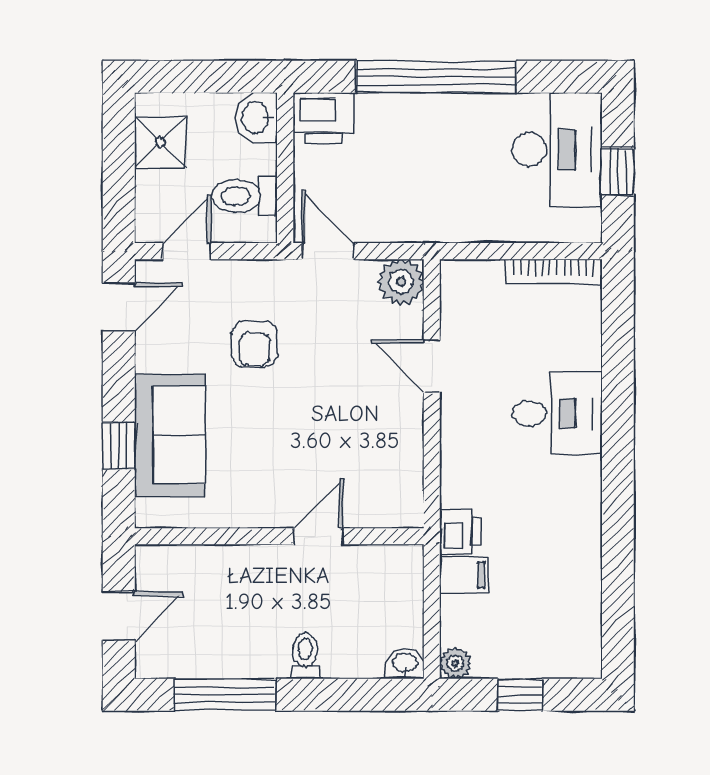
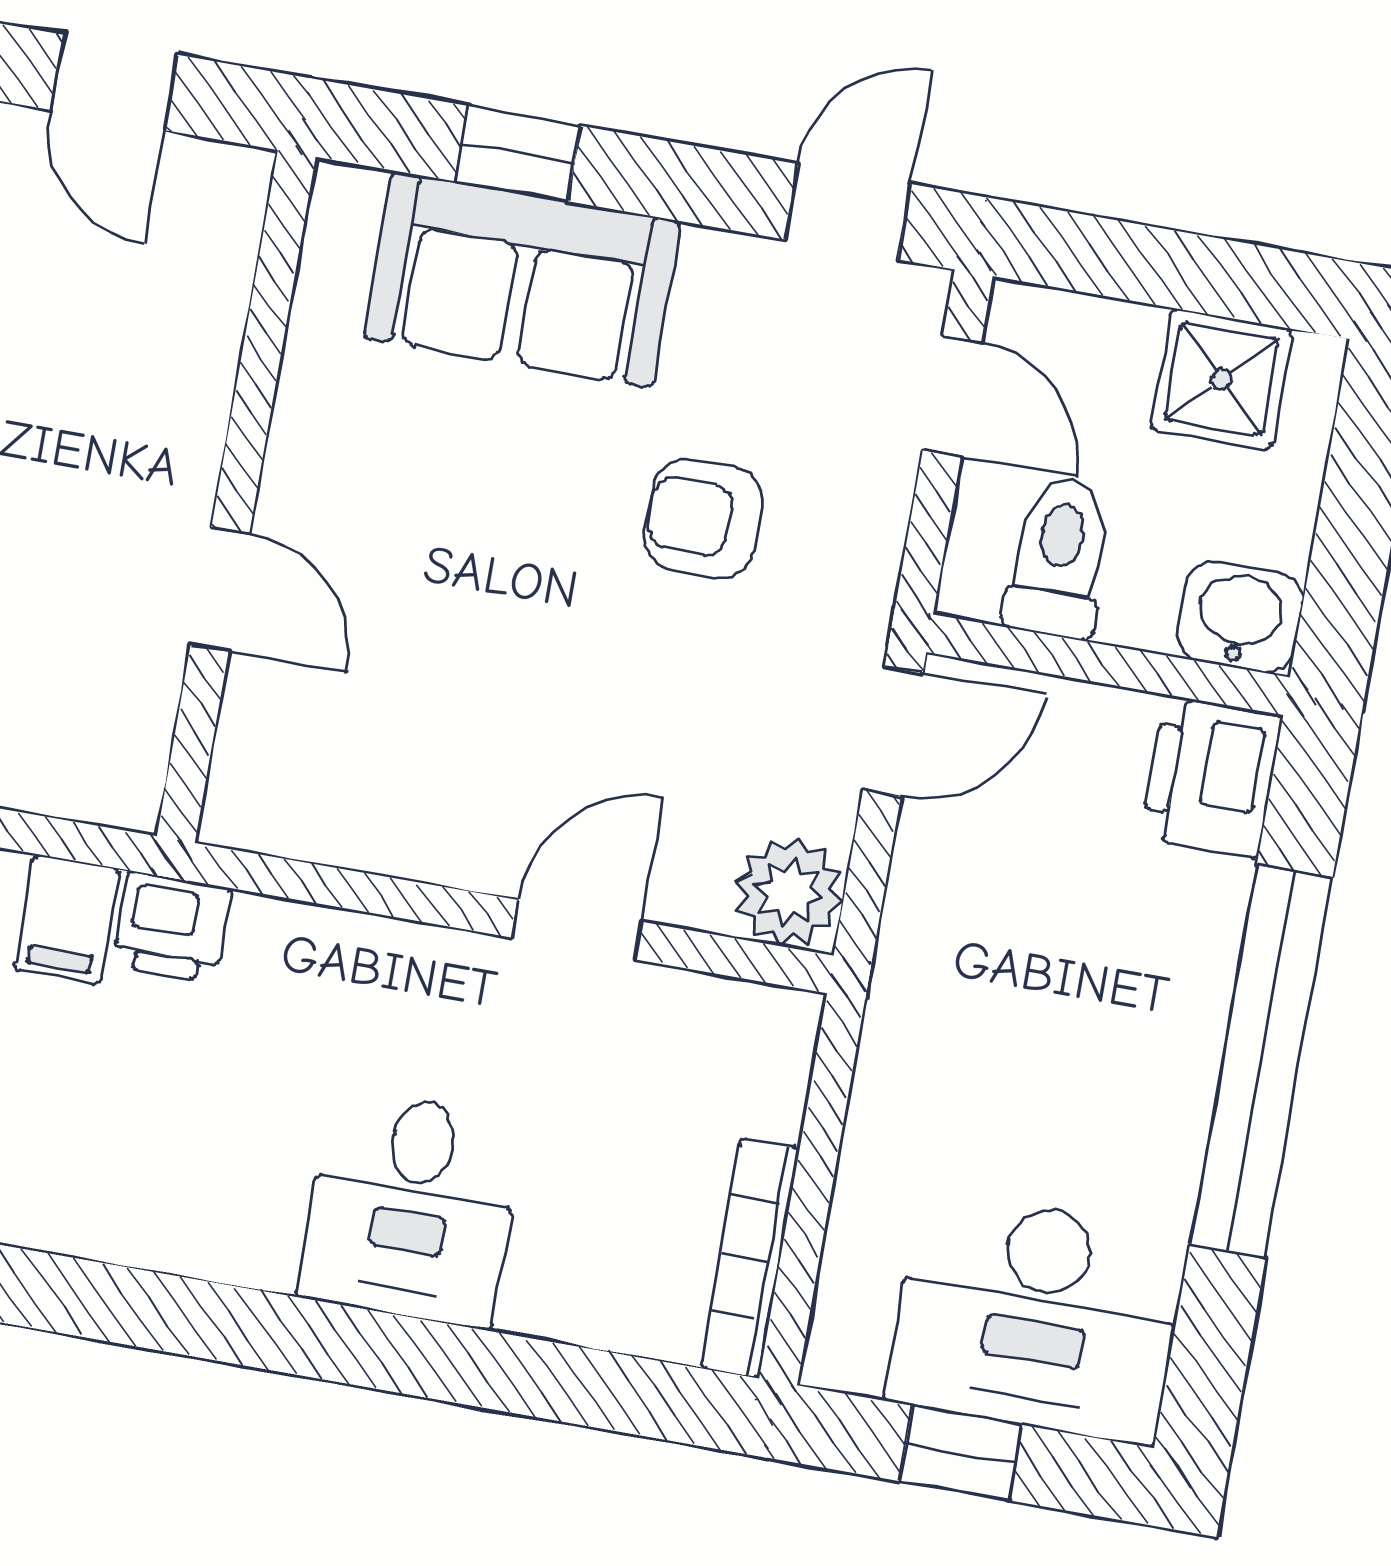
door: (119, 307) -> (848, 212), swing flipped

